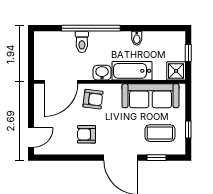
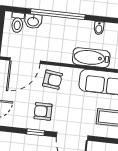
toilet: (82, 42) -> (17, 23), moved
washbasin: (102, 73) -> (33, 21), moved, turned 180
window: (157, 158) -> (36, 132), moved

